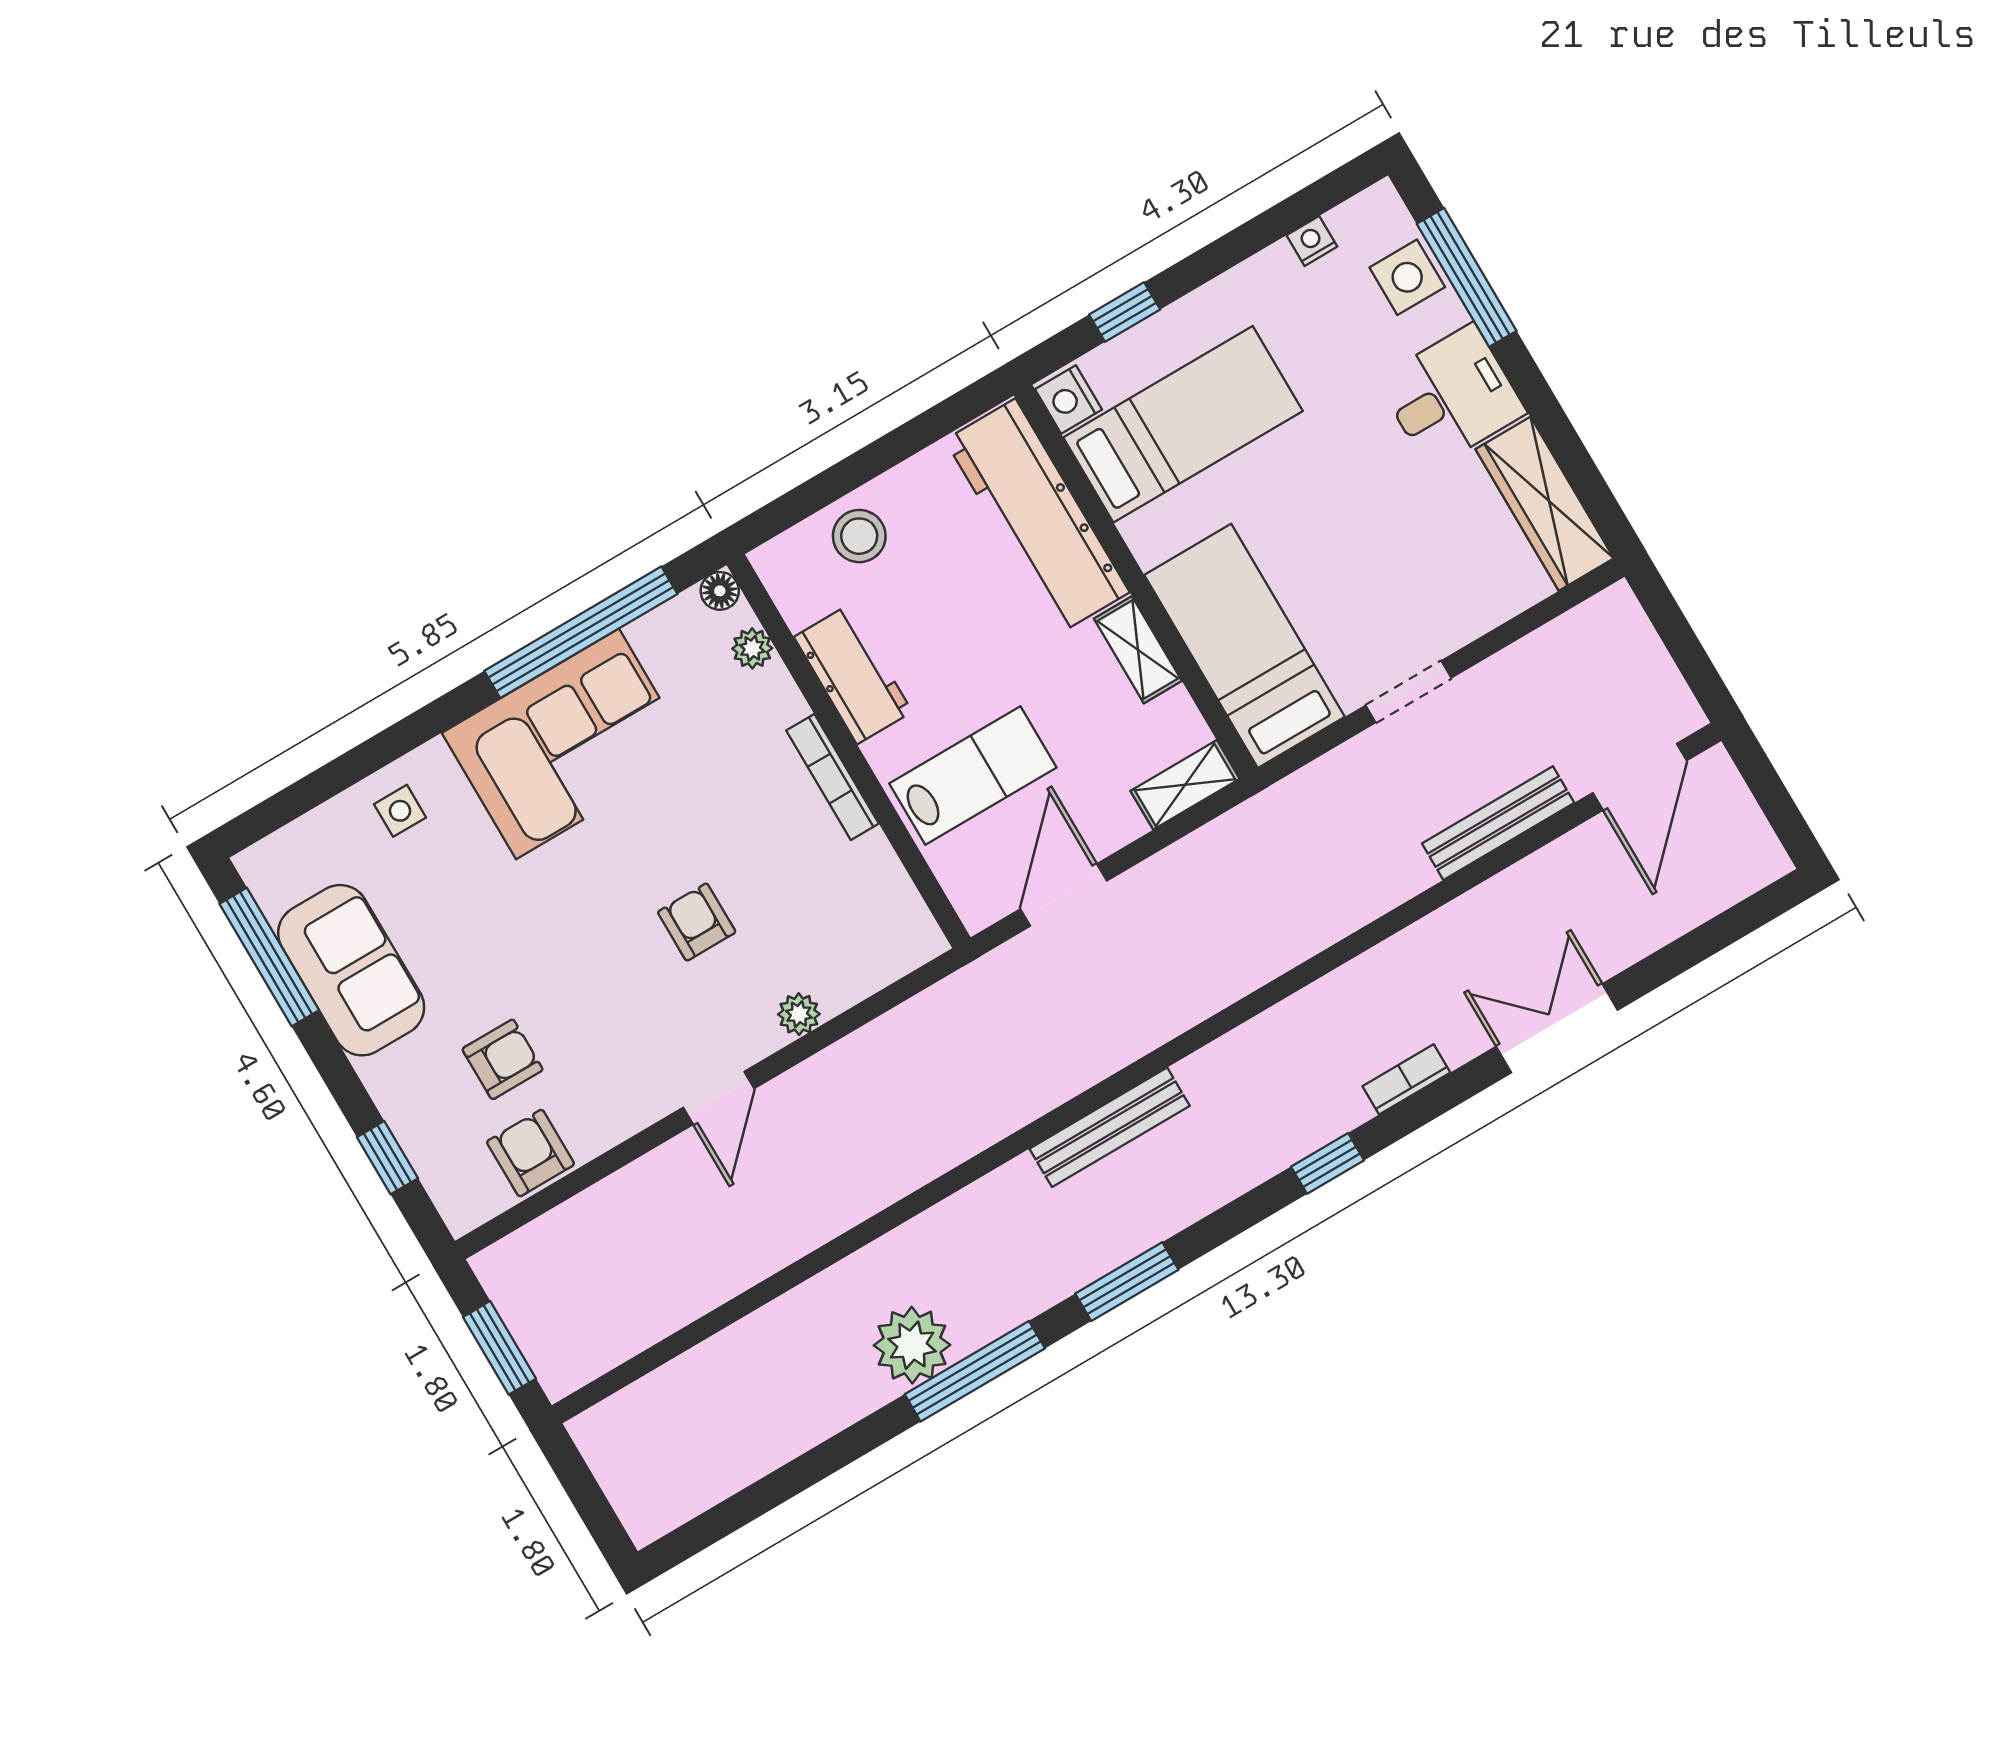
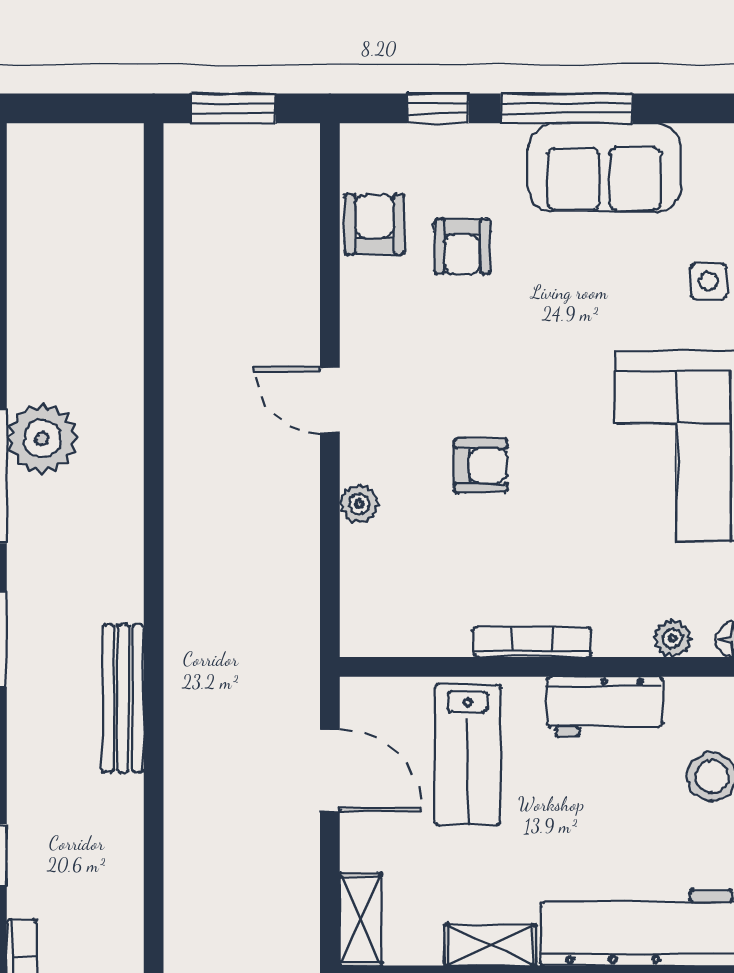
window: (269, 957) -> (567, 108), moved
armchair: (531, 1153) -> (374, 225), turned -90

